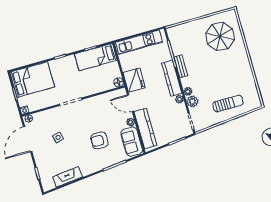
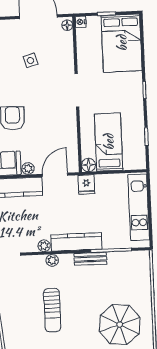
bed: (96, 57) -> (109, 142), moved
fridge: (134, 80) -> (86, 184), width x0.53, depth x0.75
plant: (192, 101) -> (37, 263), removed
sun lounger: (228, 104) -> (52, 310), moved

